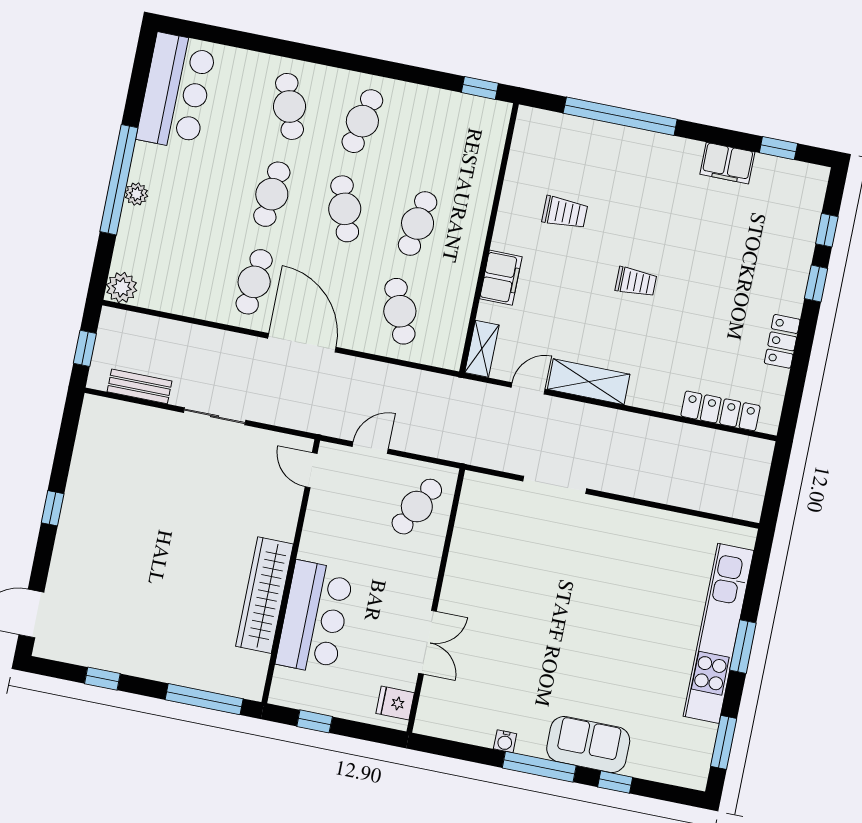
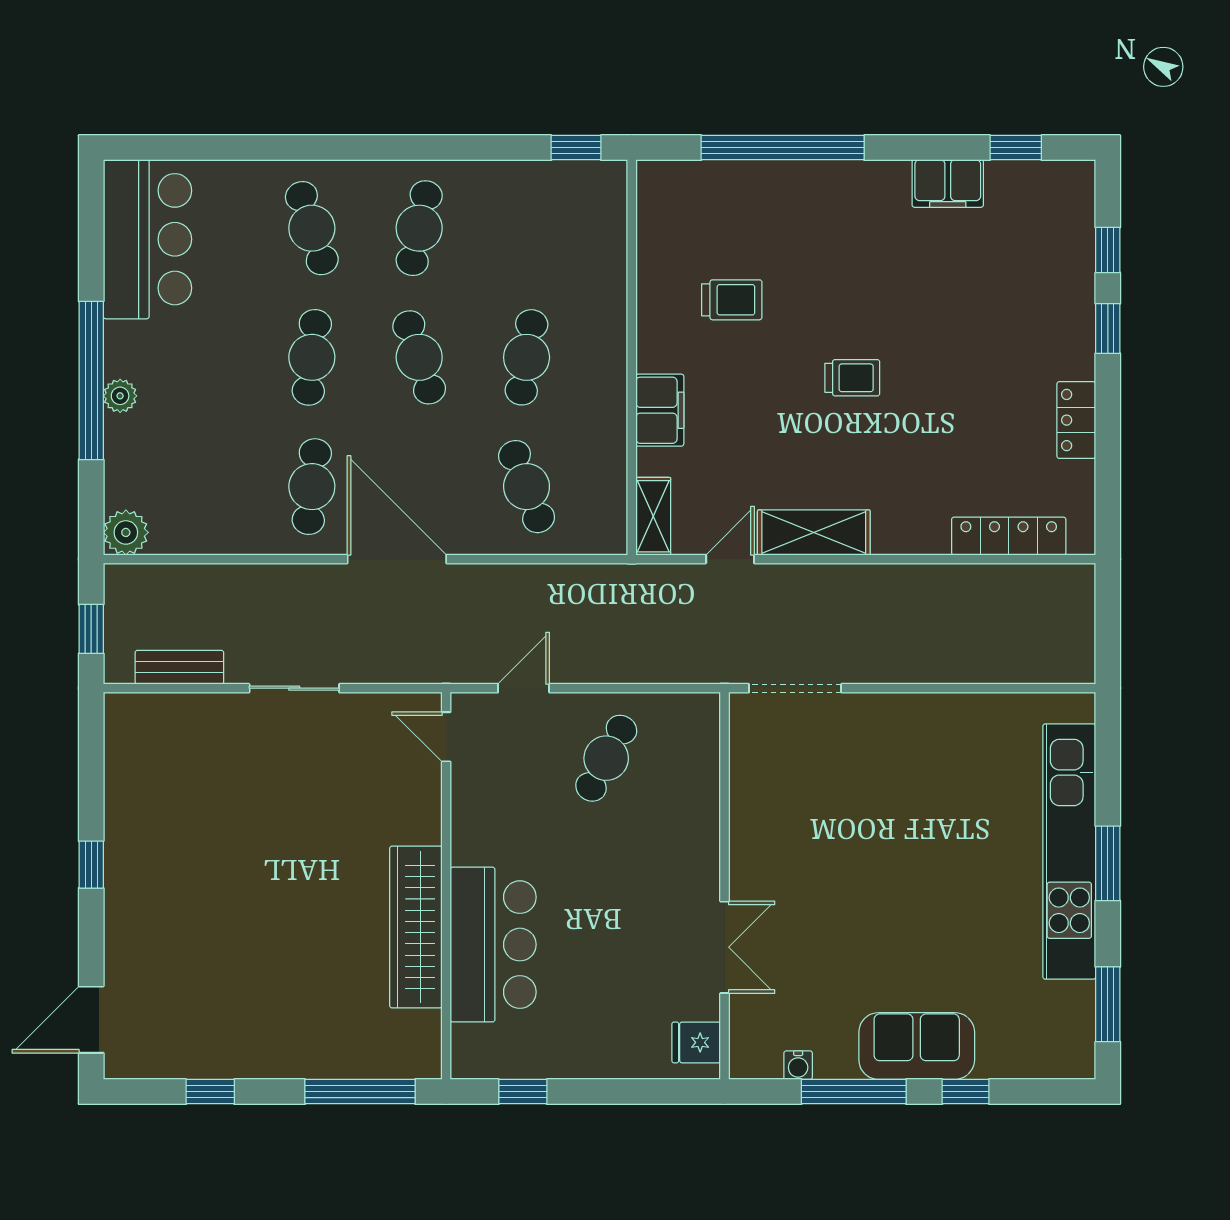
wall: (436, 601) -> (725, 886), moved
double door: (427, 642) -> (725, 947), moved
fridge: (395, 703) -> (696, 1042), moved

